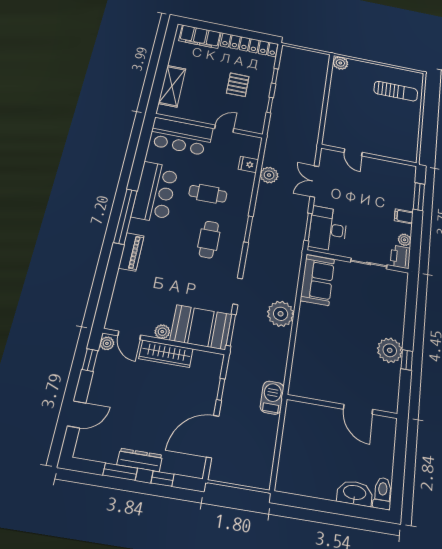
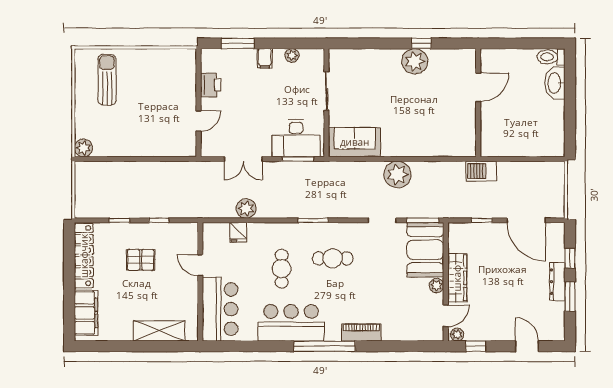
printer: (400, 257) -> (210, 85), moved, turned -90

